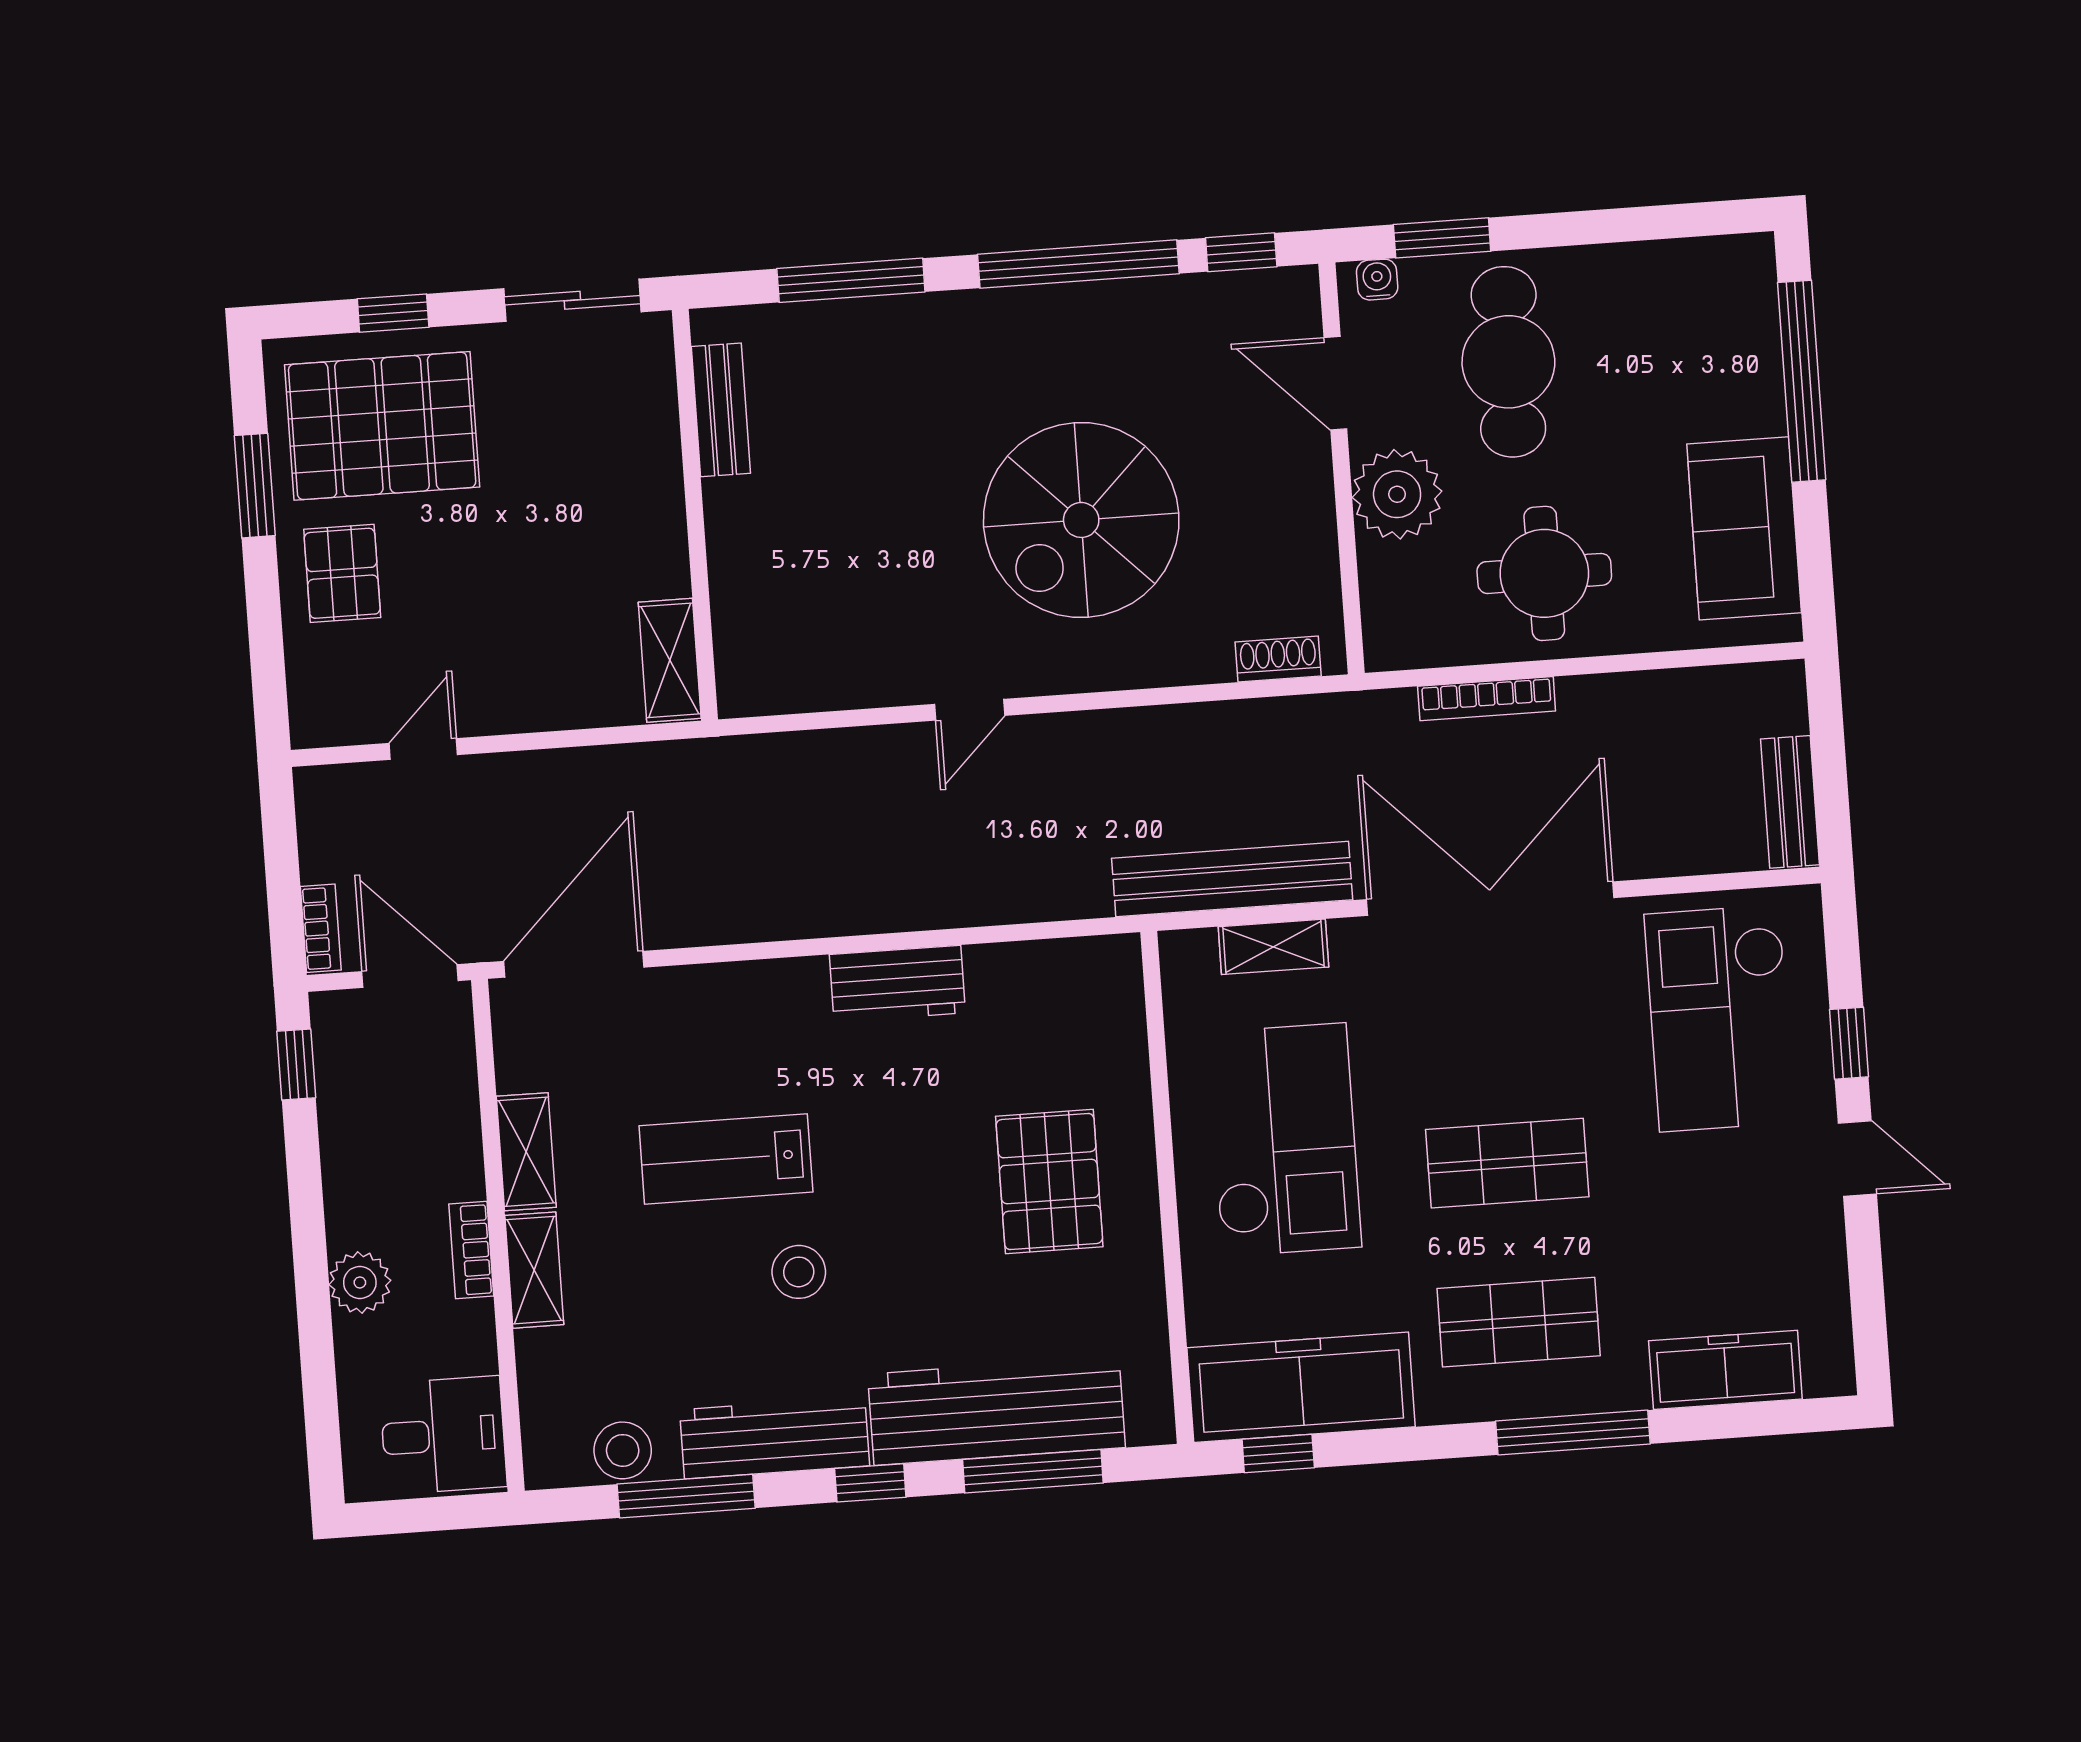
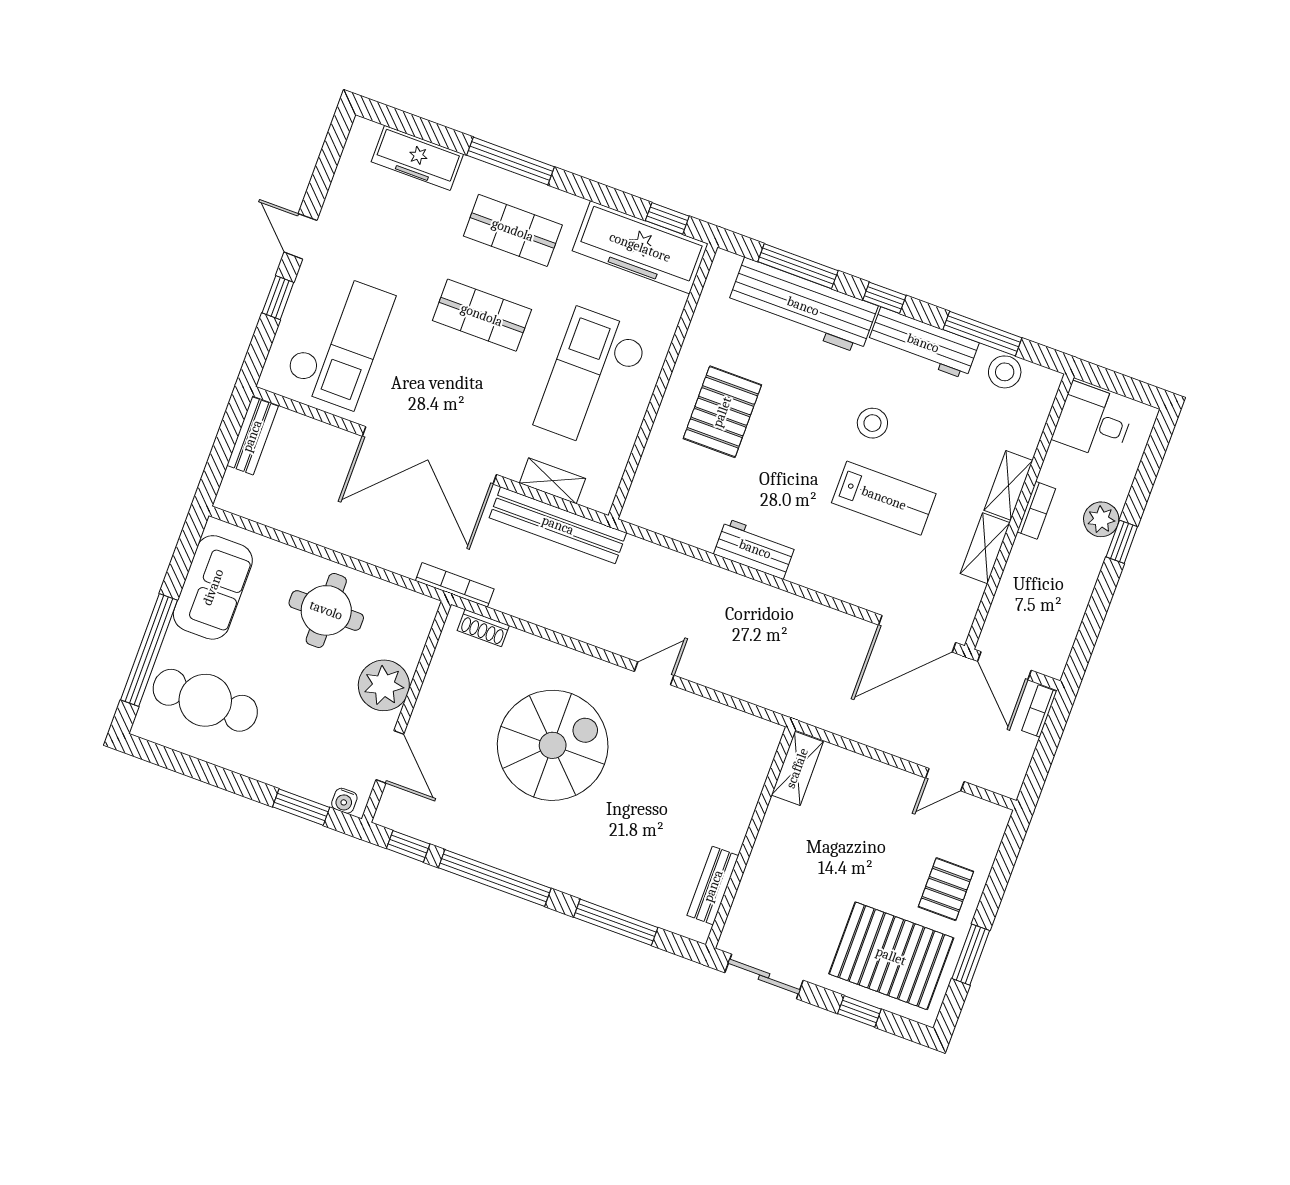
cafe table: (1508, 362) -> (205, 700), moved, turned 90
bookcase: (1487, 699) -> (455, 585), moved
window: (296, 1065) -> (1122, 542), moved

